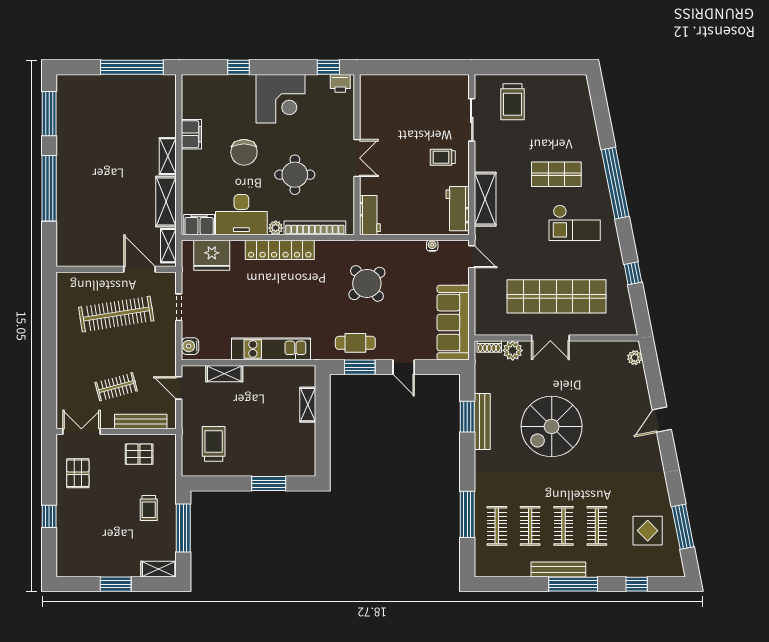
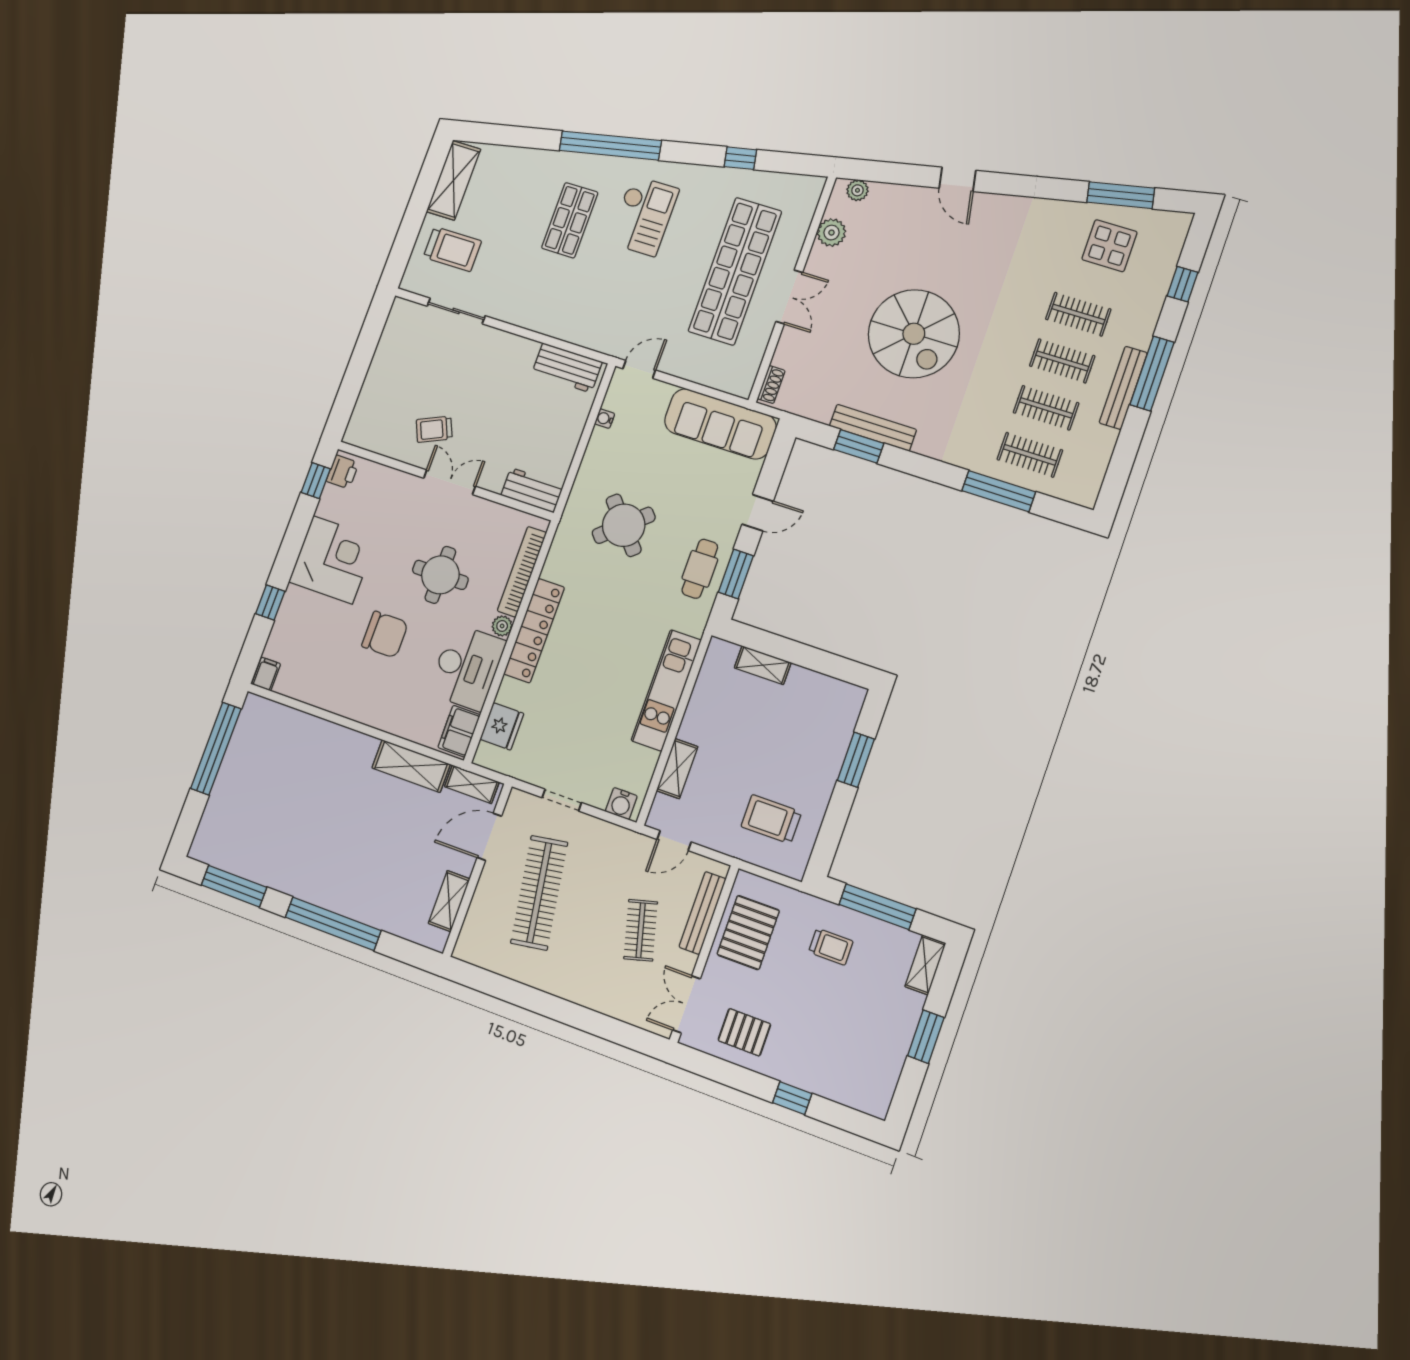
filing cabinet: (191, 134) -> (266, 674), moved, width x0.50
shelving: (168, 156) -> (449, 901), moved, turned 90
trolley: (443, 157) -> (434, 429), moved, turned 66
shelving: (485, 199) -> (454, 180), moved, turned 90
fridge: (212, 255) -> (502, 726), width x0.73, depth x0.75
plant: (513, 350) -> (831, 233), moved
pallet: (139, 454) -> (748, 932), width x1.50, depth x1.42

